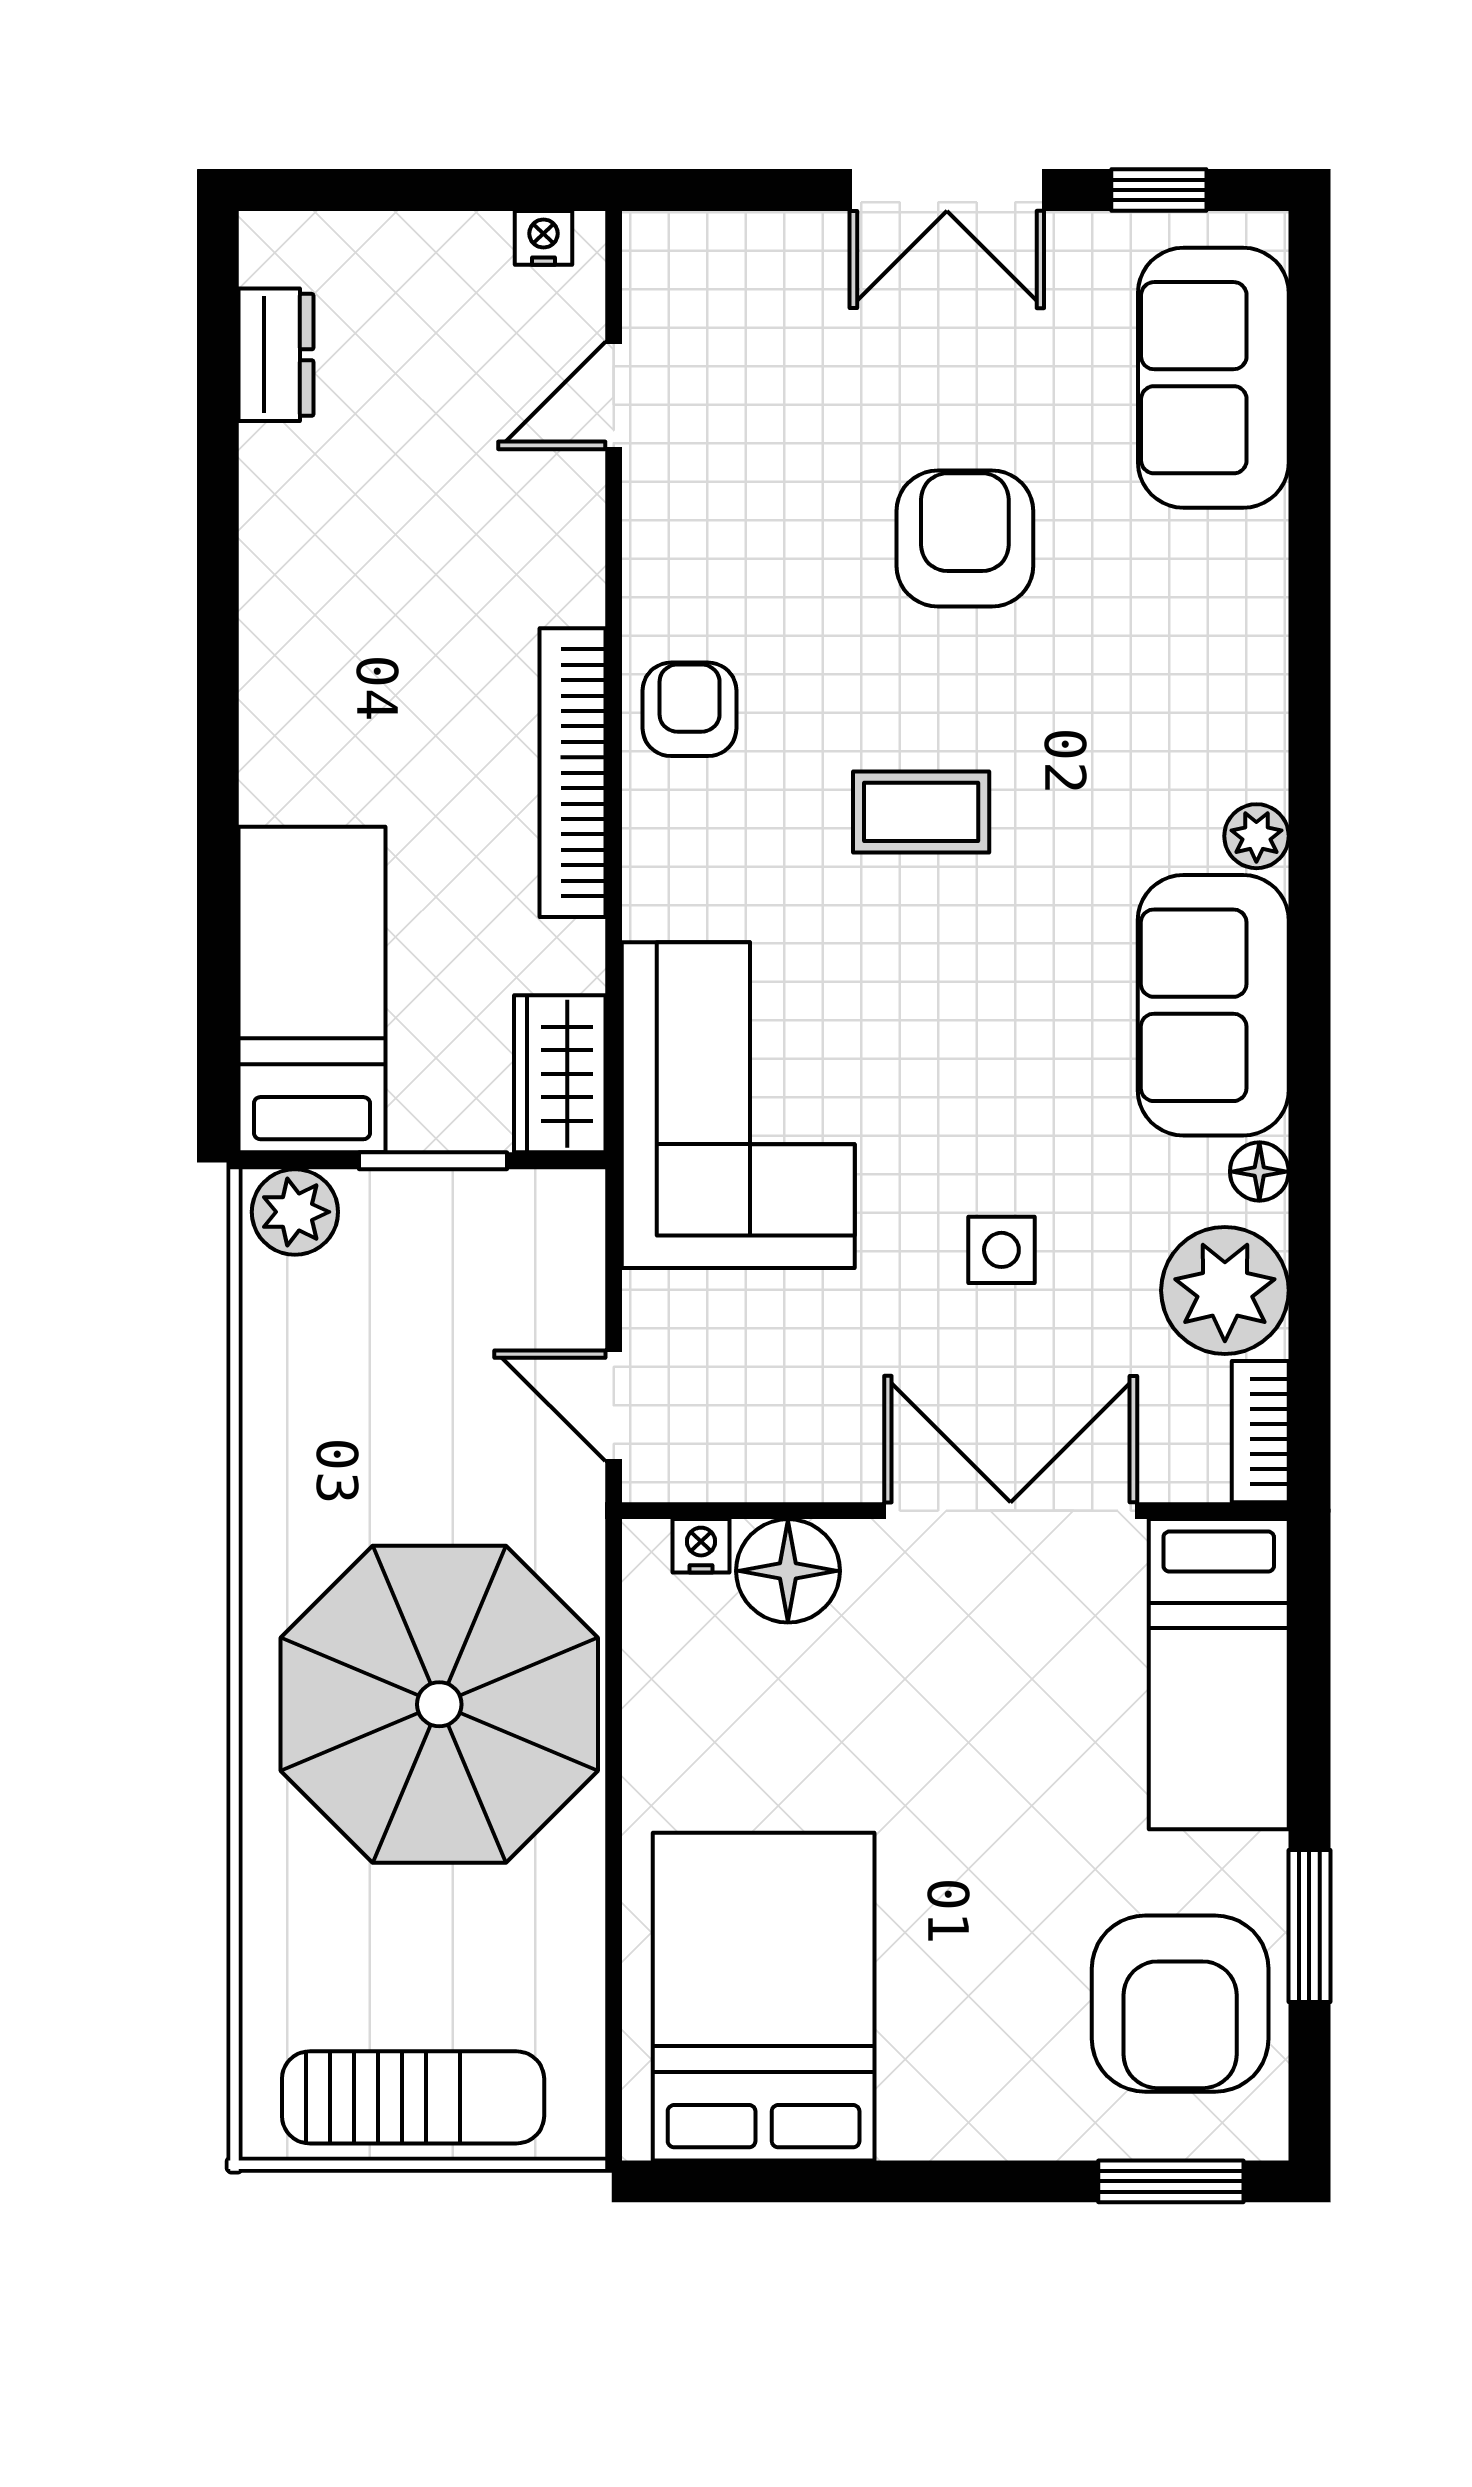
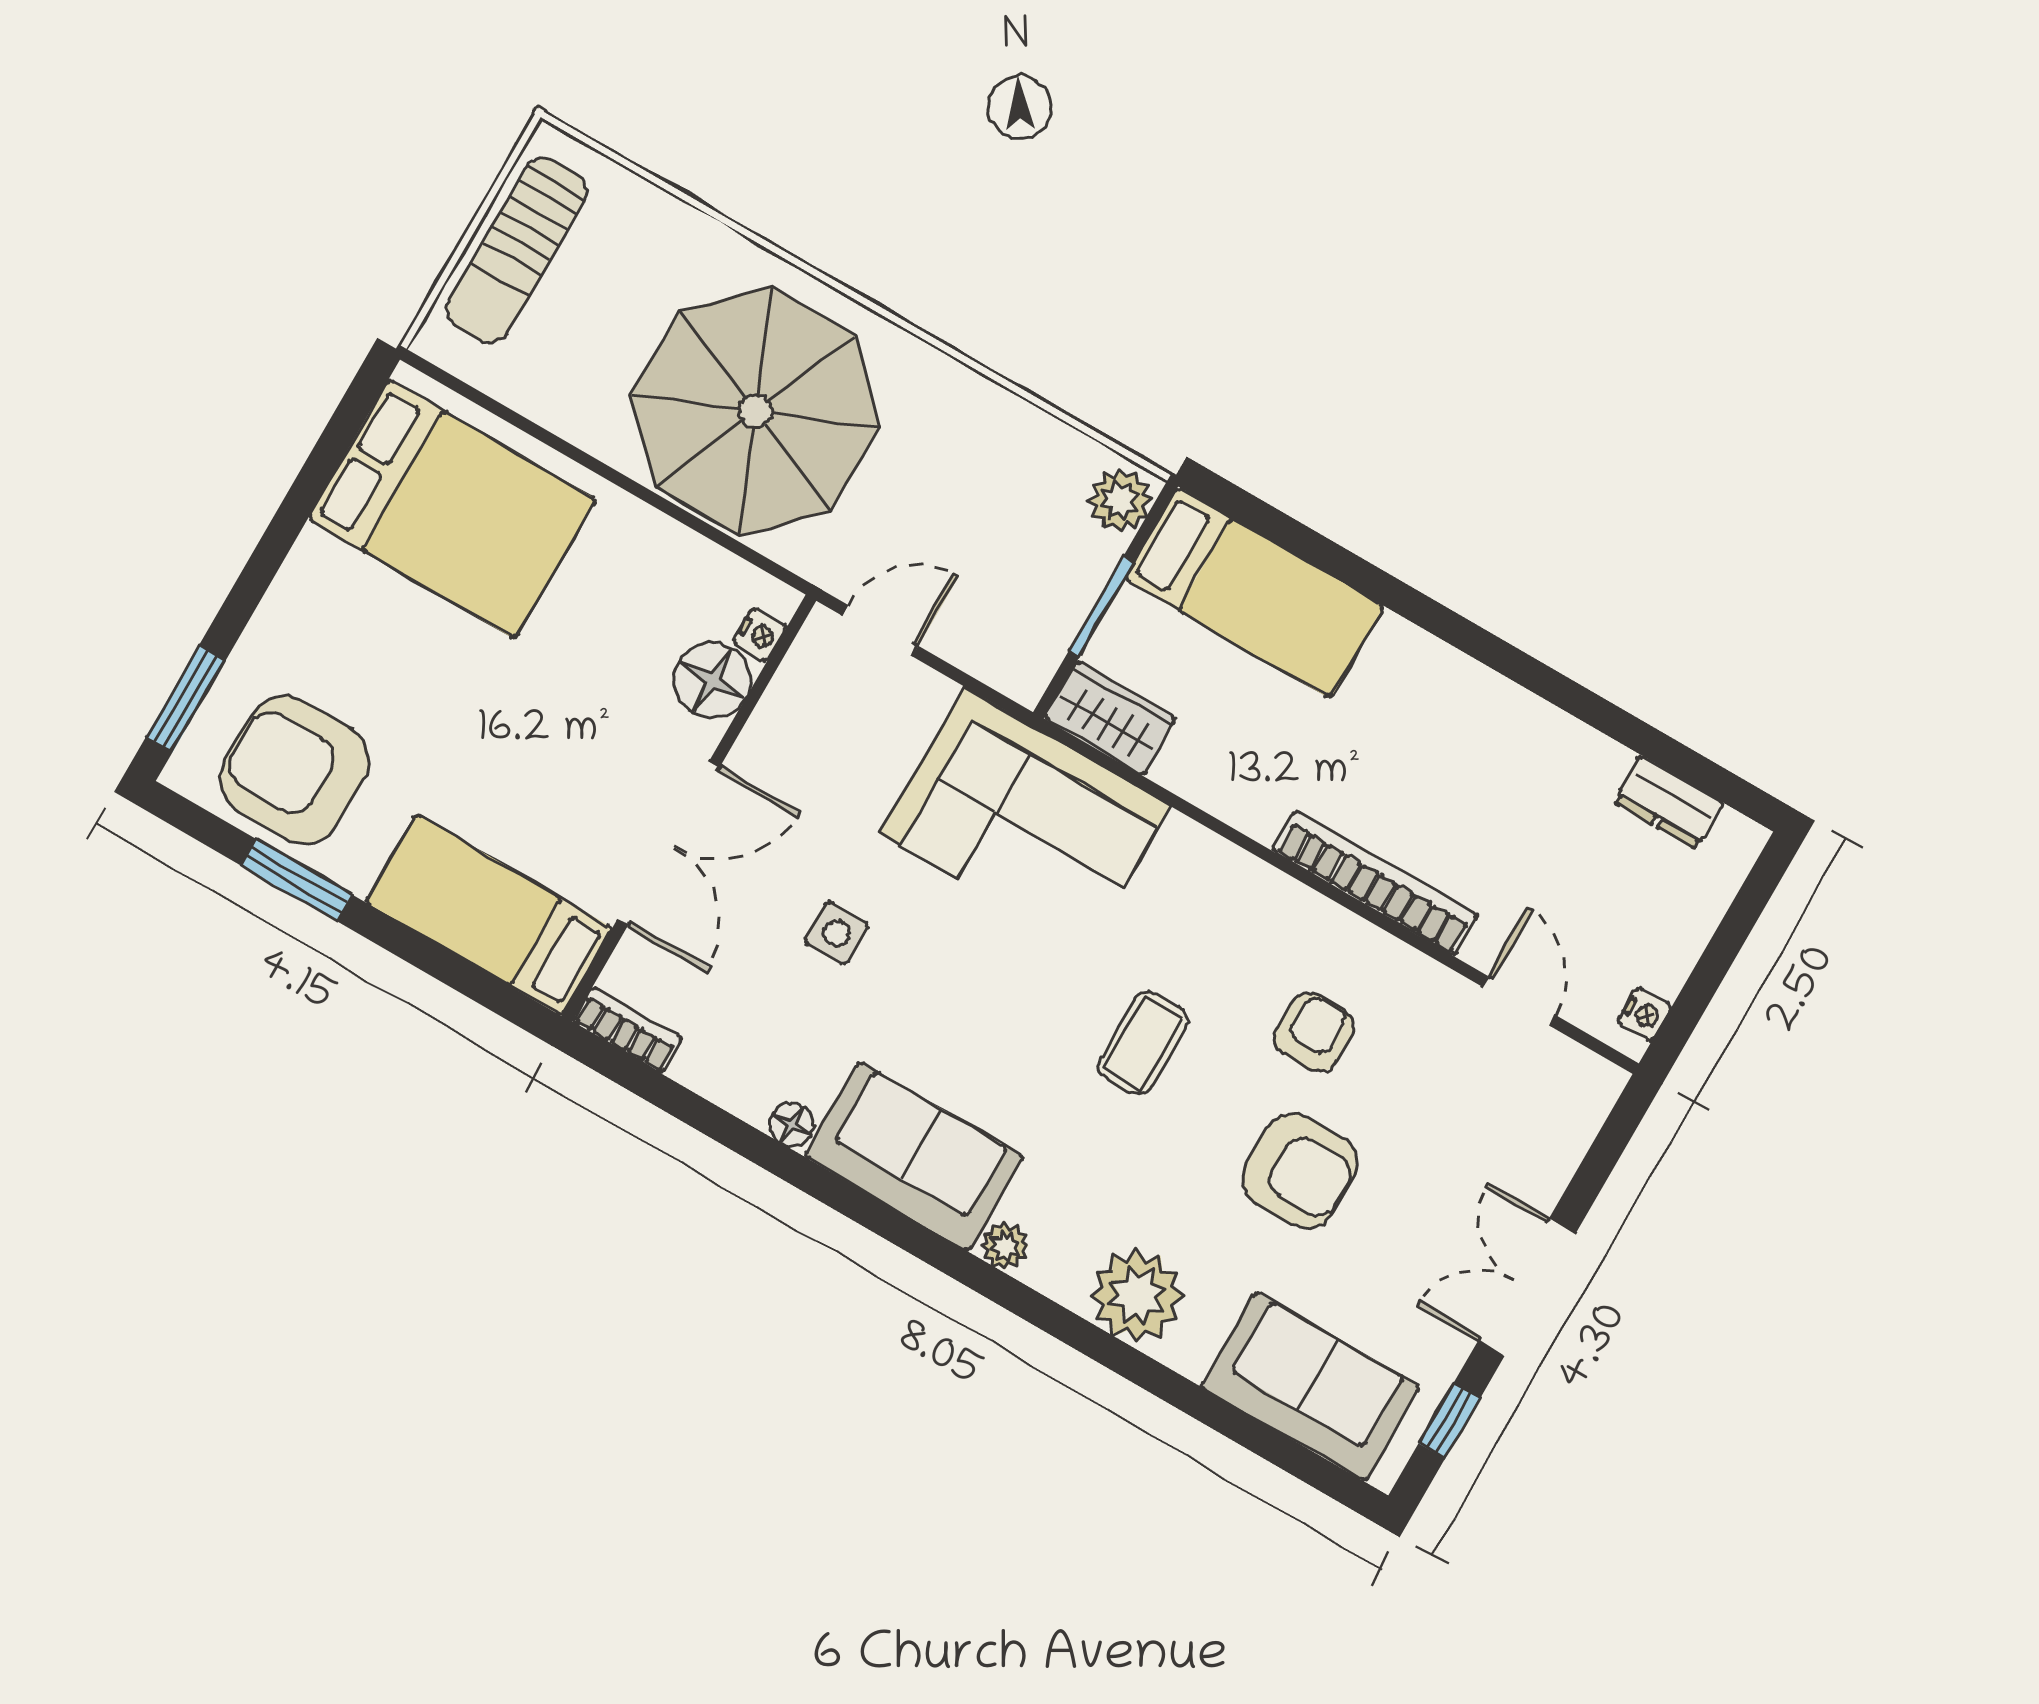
armchair: (690, 709) -> (1314, 1032), moved, turned -90
bookcase: (573, 773) -> (1375, 883), moved
plant: (1225, 1290) -> (1137, 1296), moved

